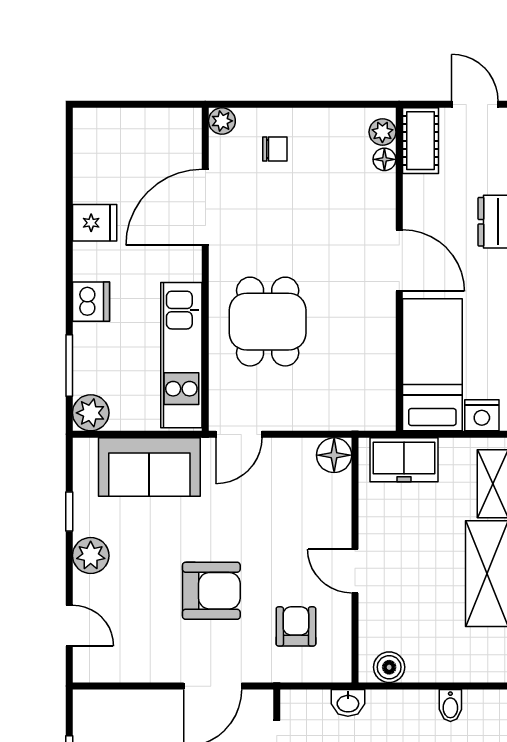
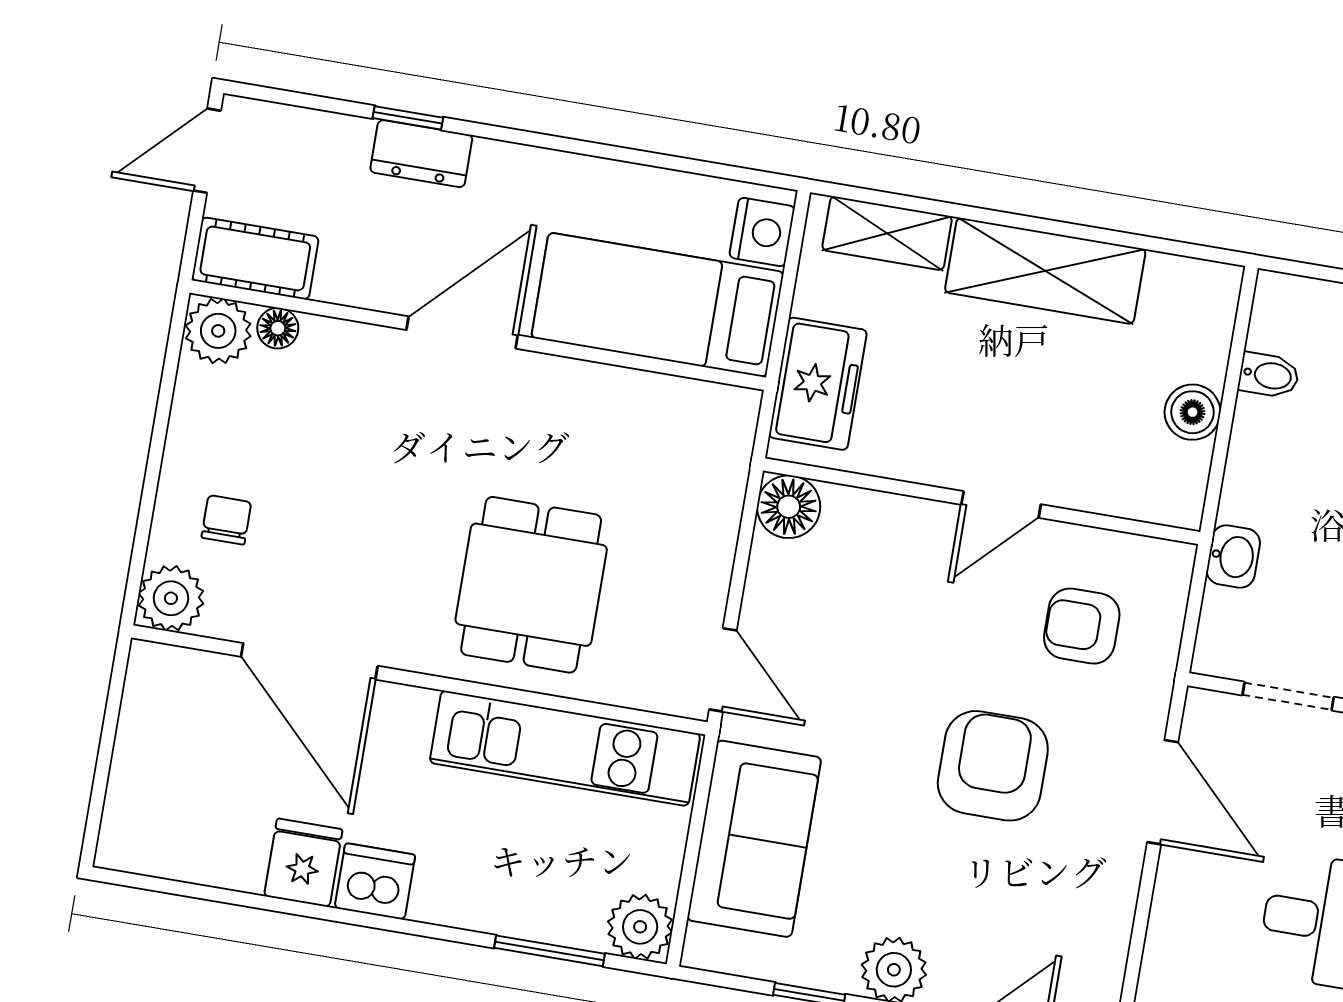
plant: (222, 121) -> (171, 598), width x1.38, depth x1.38
plant: (382, 132) -> (218, 331), width x1.38, depth x1.38
dishwasher: (91, 302) -> (375, 881), moved
dining table: (268, 322) -> (531, 585), turned 90
boiler: (389, 667) -> (1193, 412), moved

